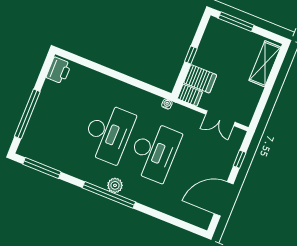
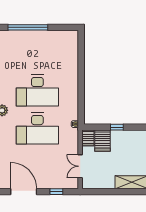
printer: (59, 70) -> (68, 37), removed

